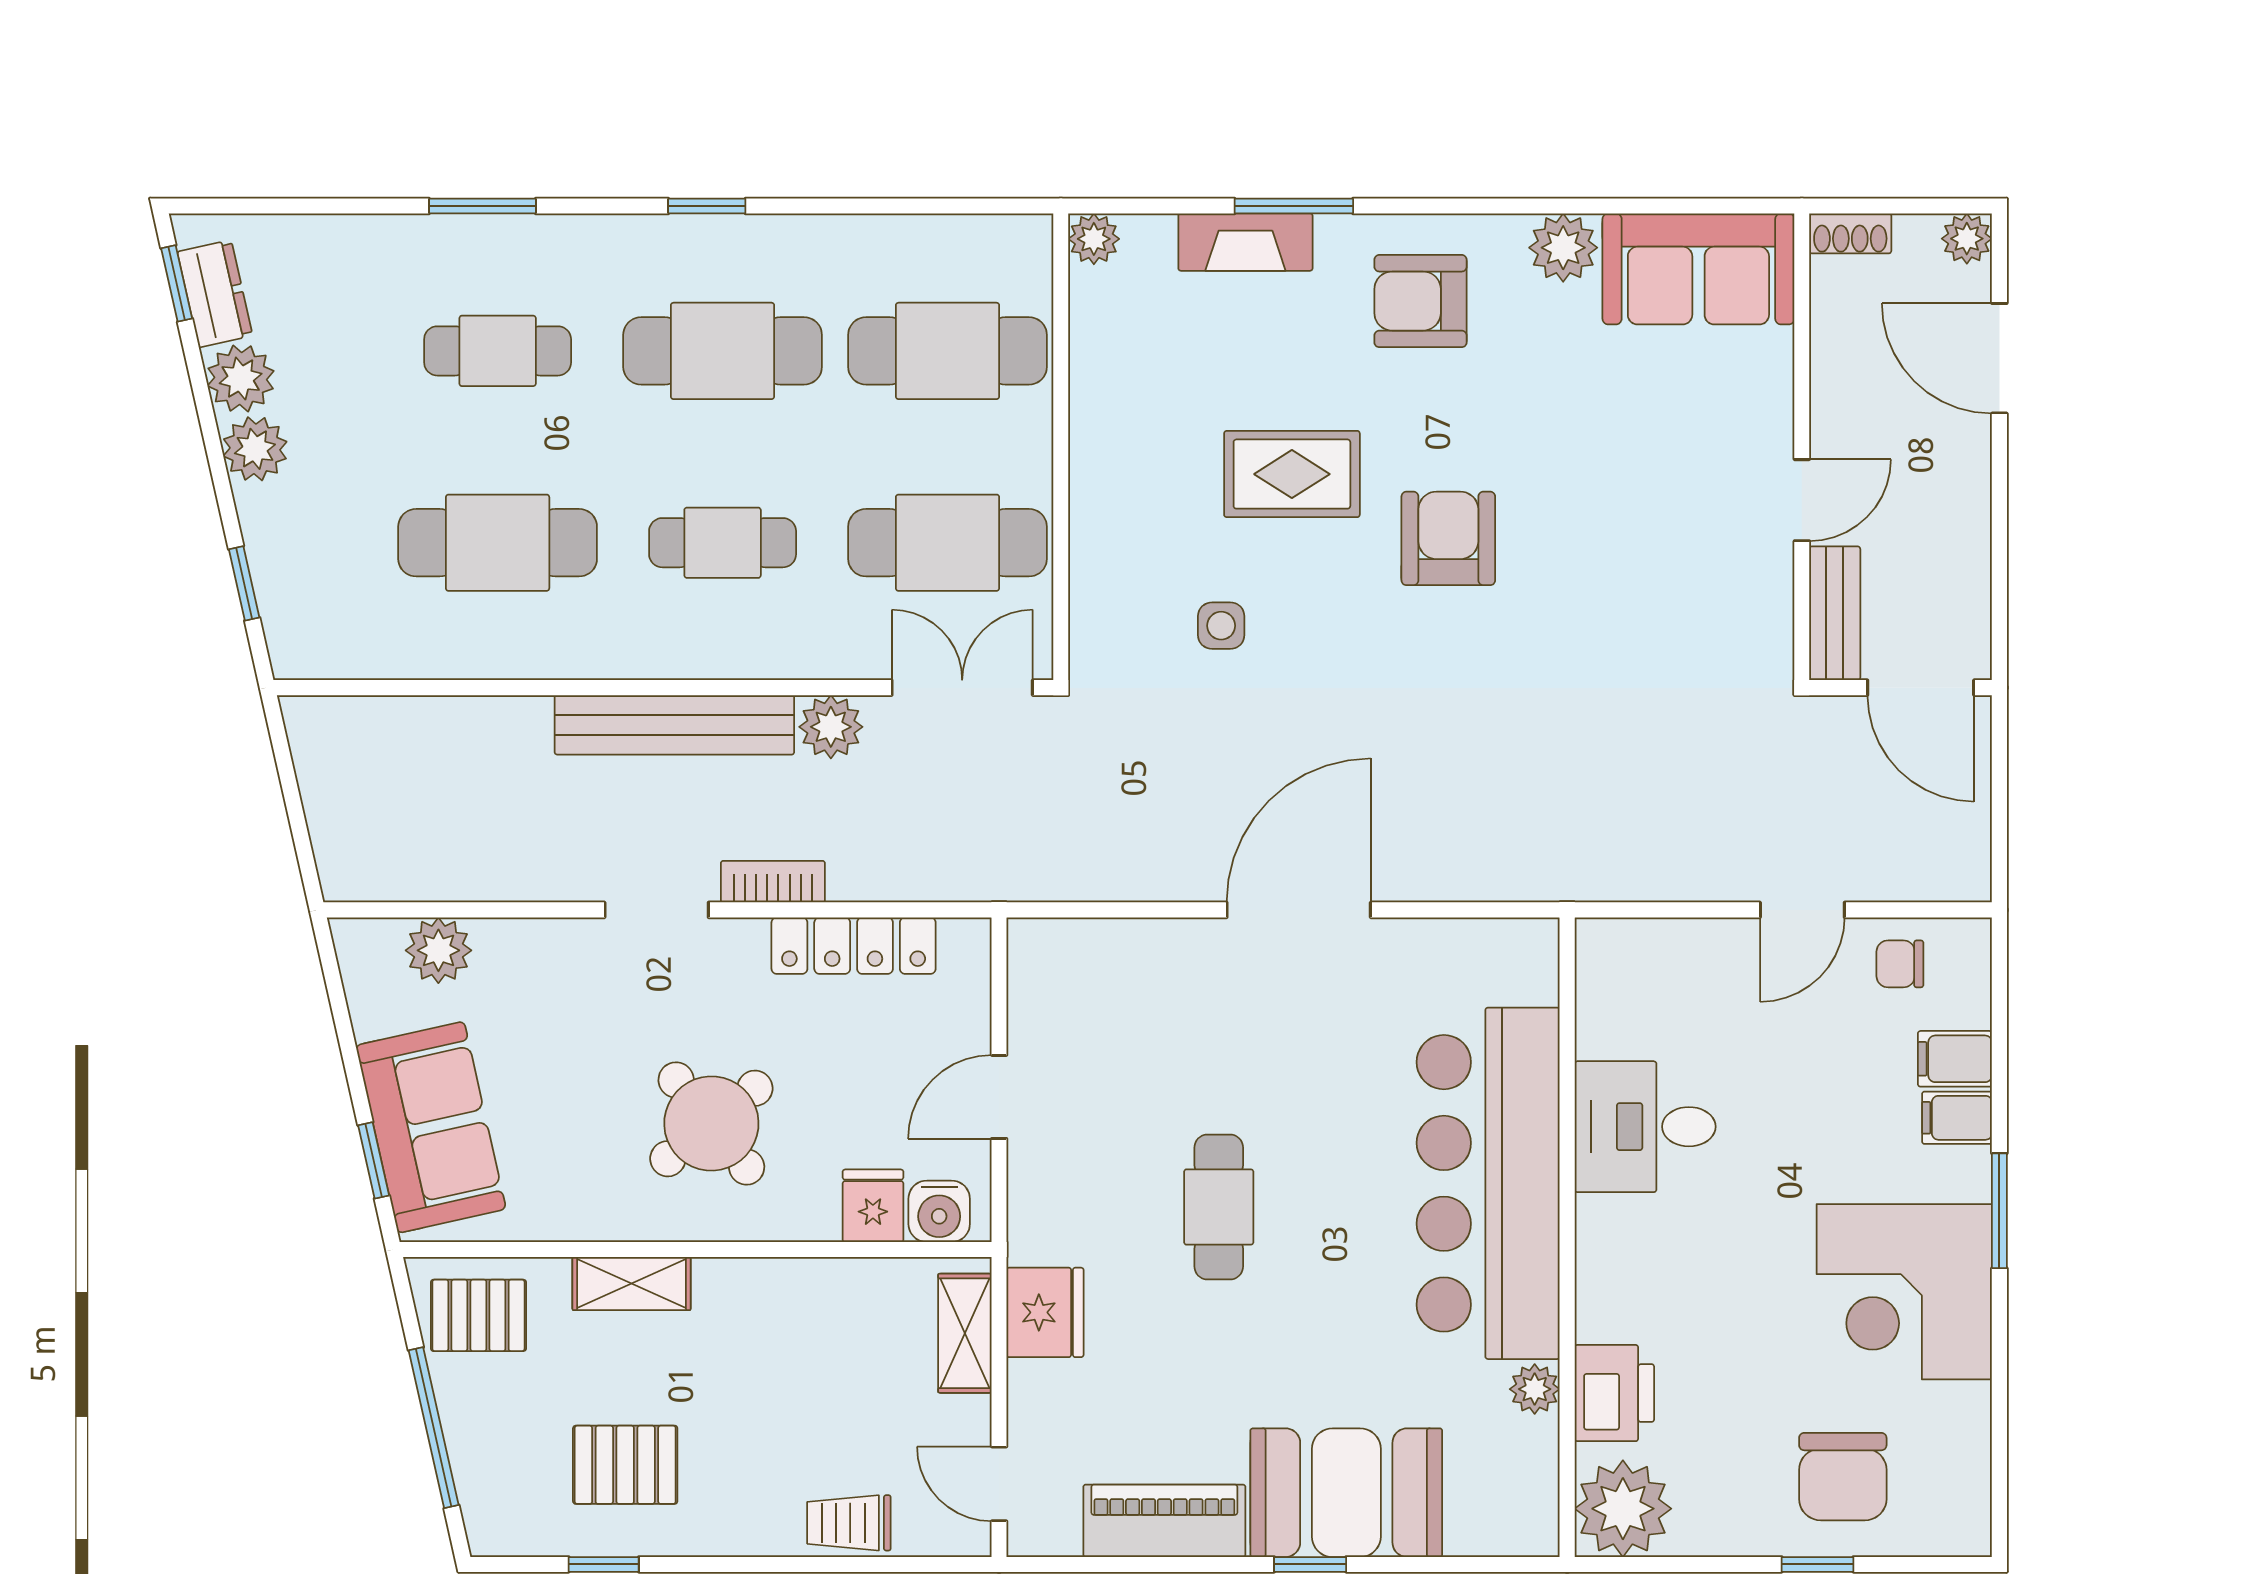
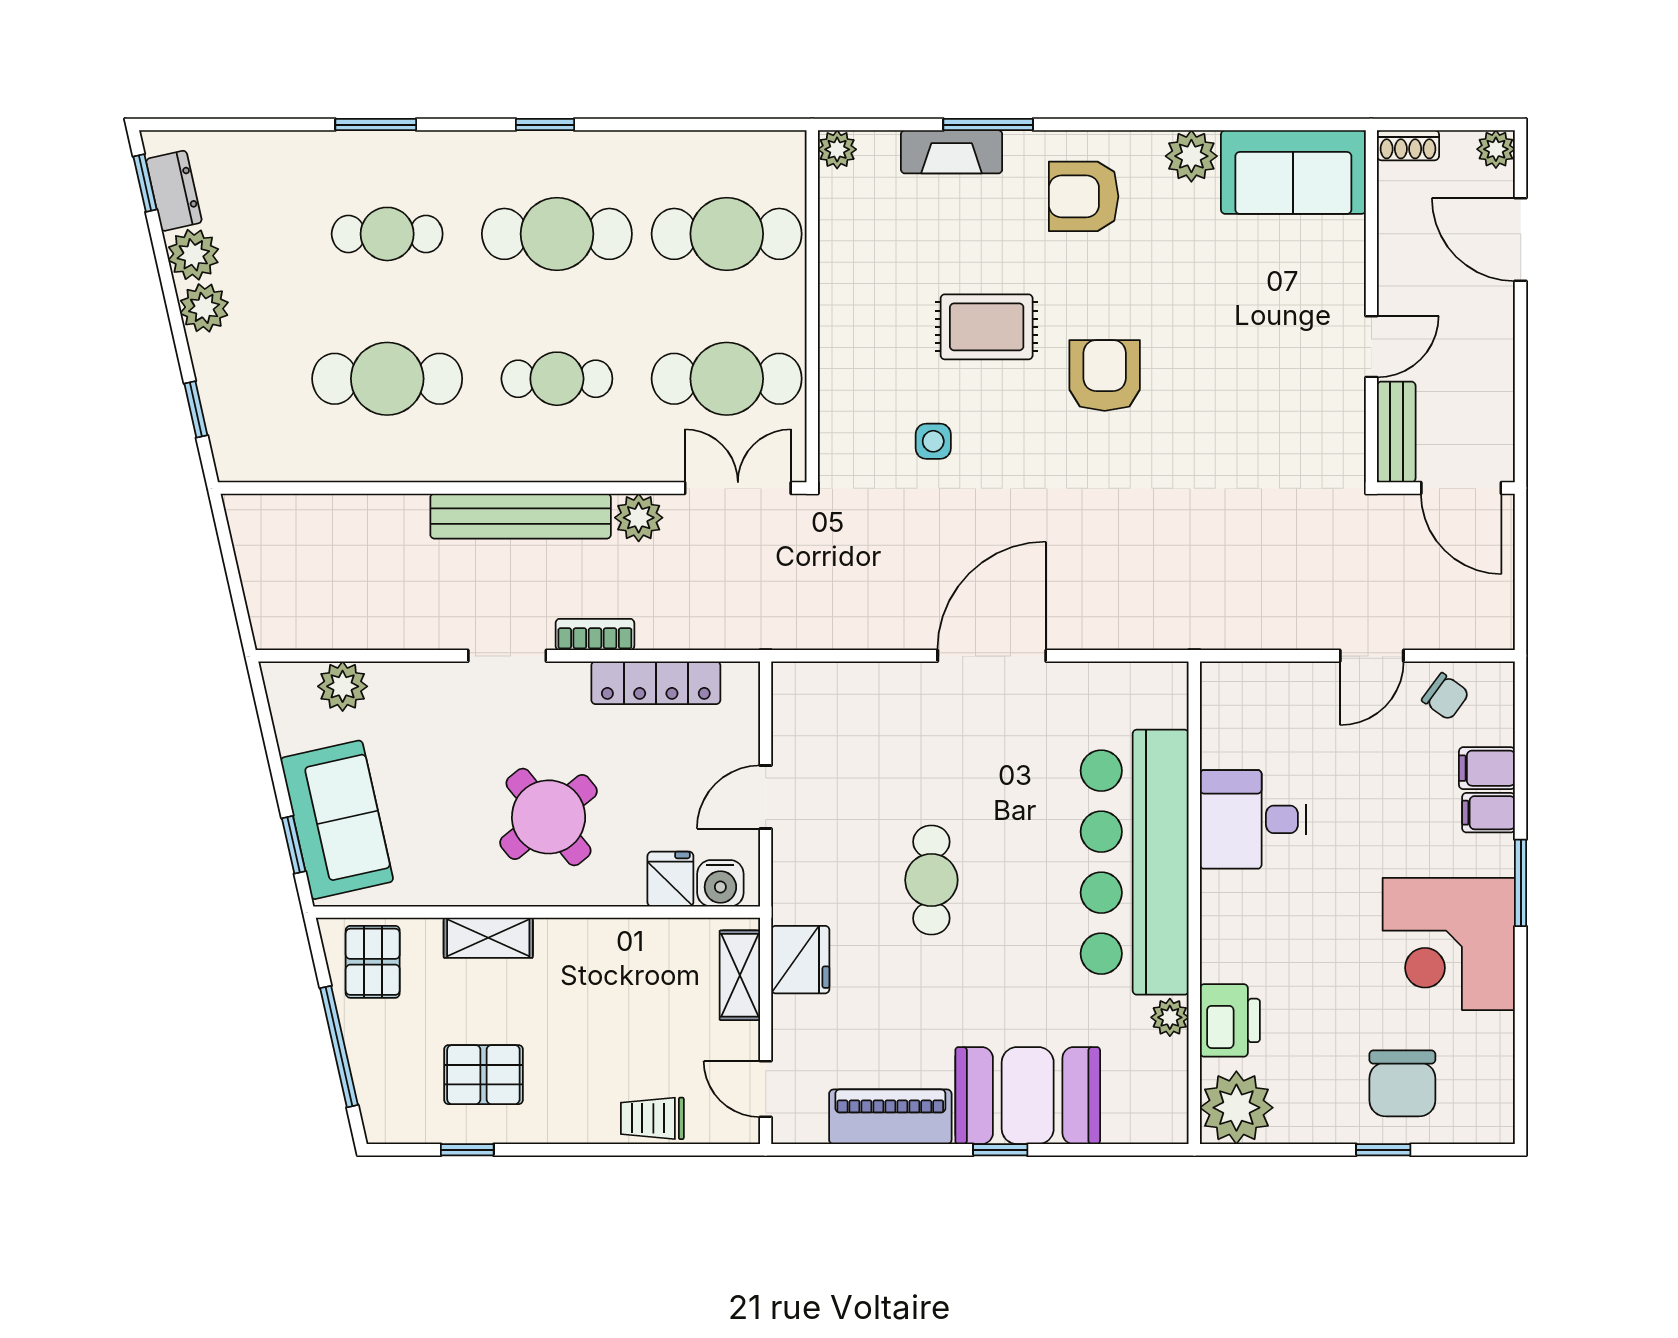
chair: (1900, 964) -> (1445, 697), turned -144
pallet: (478, 1315) -> (373, 962), turned 90

